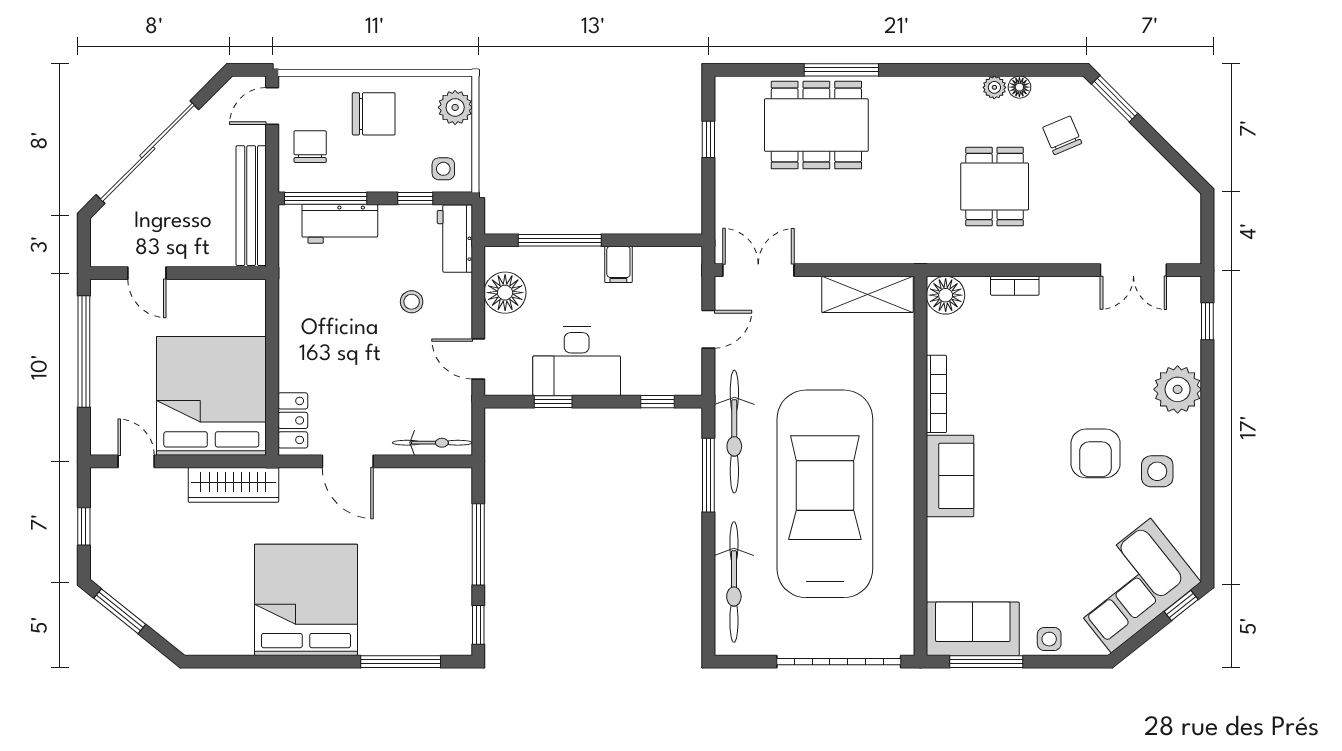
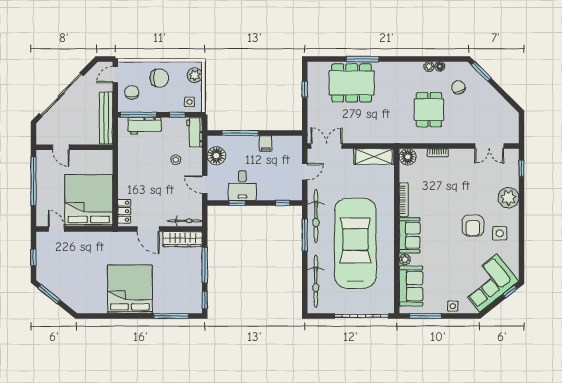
desk: (577, 361) -> (242, 186), width x0.73
wardrobe: (233, 485) -> (183, 239), moved
plant: (939, 532) -> (405, 259), added
sofa: (973, 629) -> (411, 286), moved, turned 90

